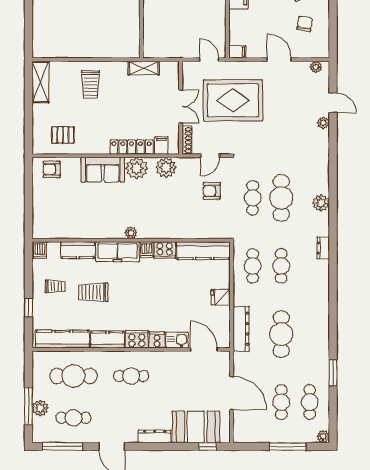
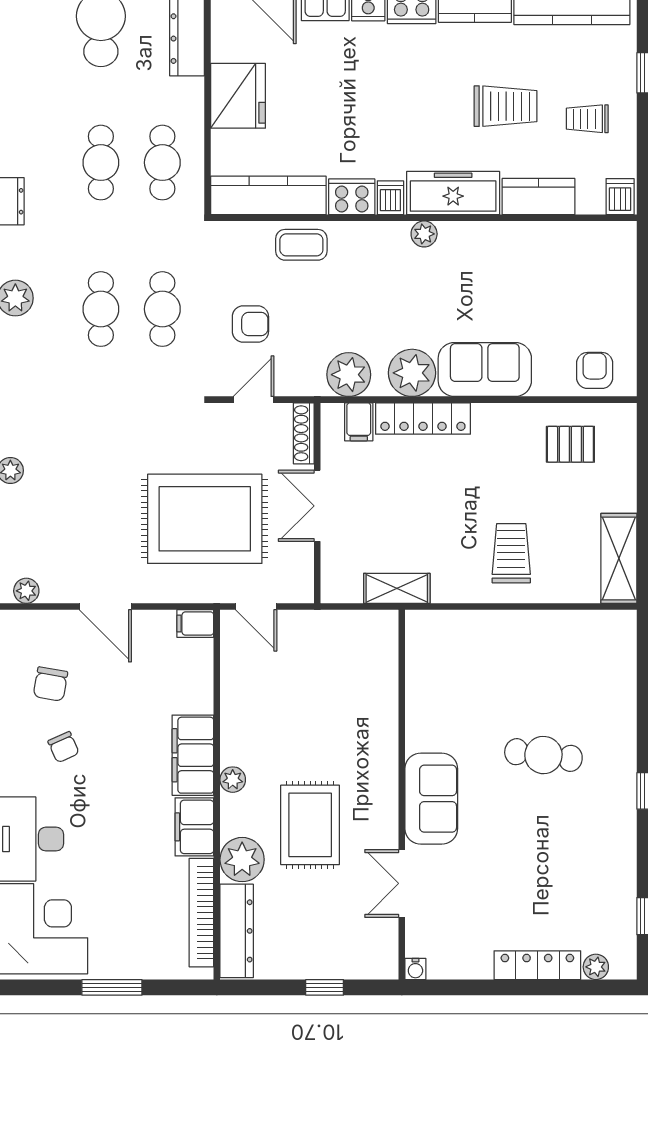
armchair: (52, 169) -> (595, 370), turned -90
cafe table: (281, 198) -> (101, 309), width x0.73, depth x0.74
coffee table: (188, 228) -> (301, 245), added
fridge: (221, 297) -> (238, 96), width x1.88, depth x1.34

